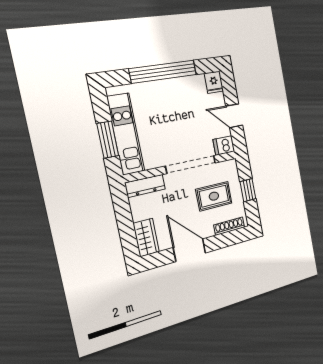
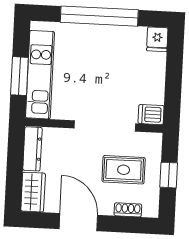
door: (234, 116) -> (173, 83), removed
dresser: (145, 186) -> (32, 149), moved, turned -90
shoe rack: (229, 226) -> (128, 210), width x0.70

